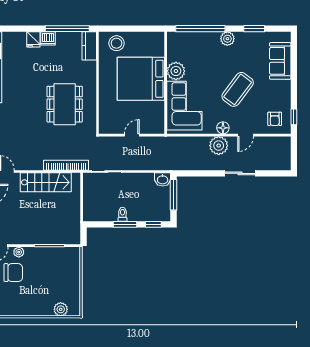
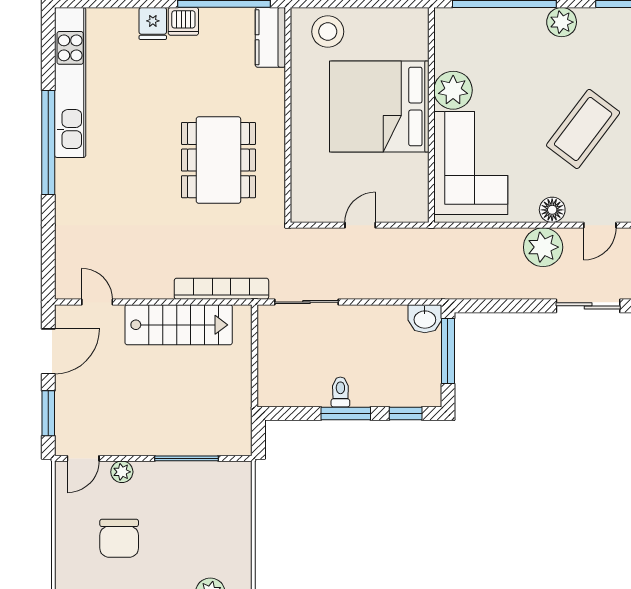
chair: (13, 273) -> (119, 538), moved, turned 90

